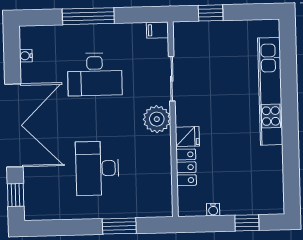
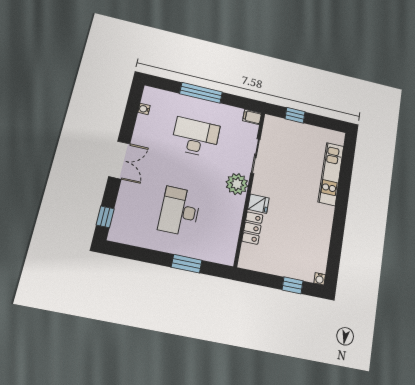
desk: (95, 74) -> (196, 137), turned 180
kitchen unit: (270, 91) -> (331, 174), width x0.73
double door: (14, 125) -> (119, 160), width x0.54
water cooler: (213, 210) -> (320, 279), moved

